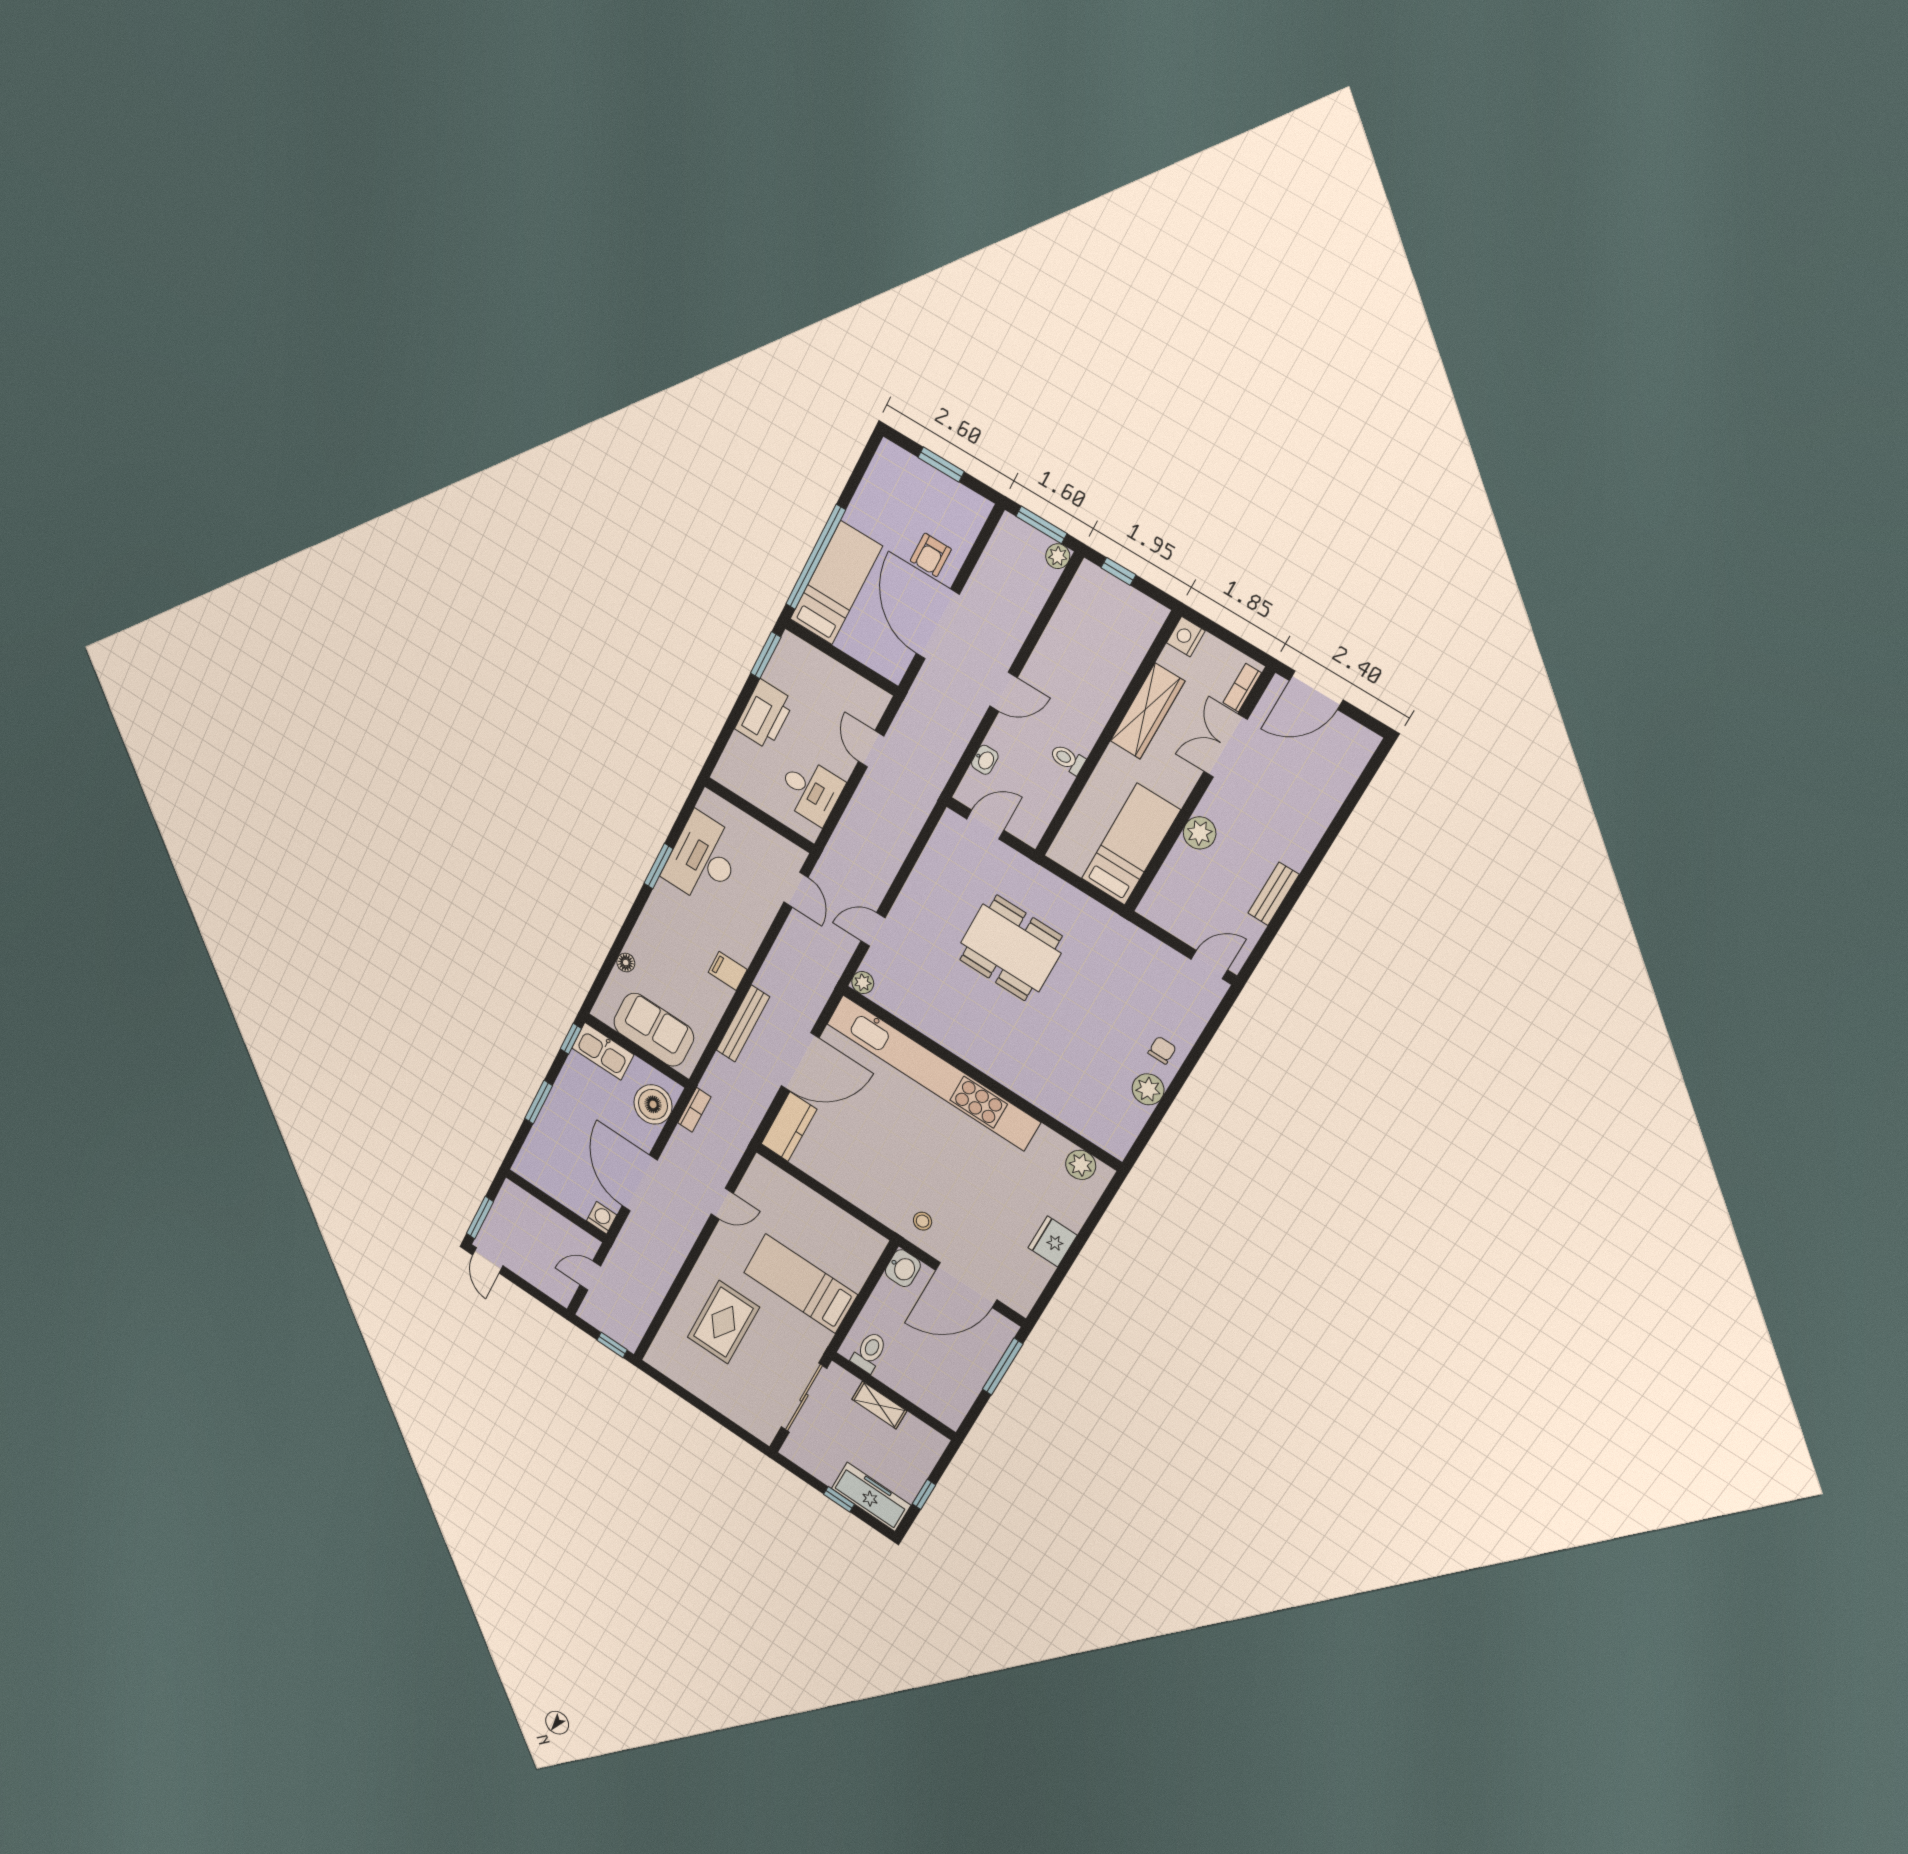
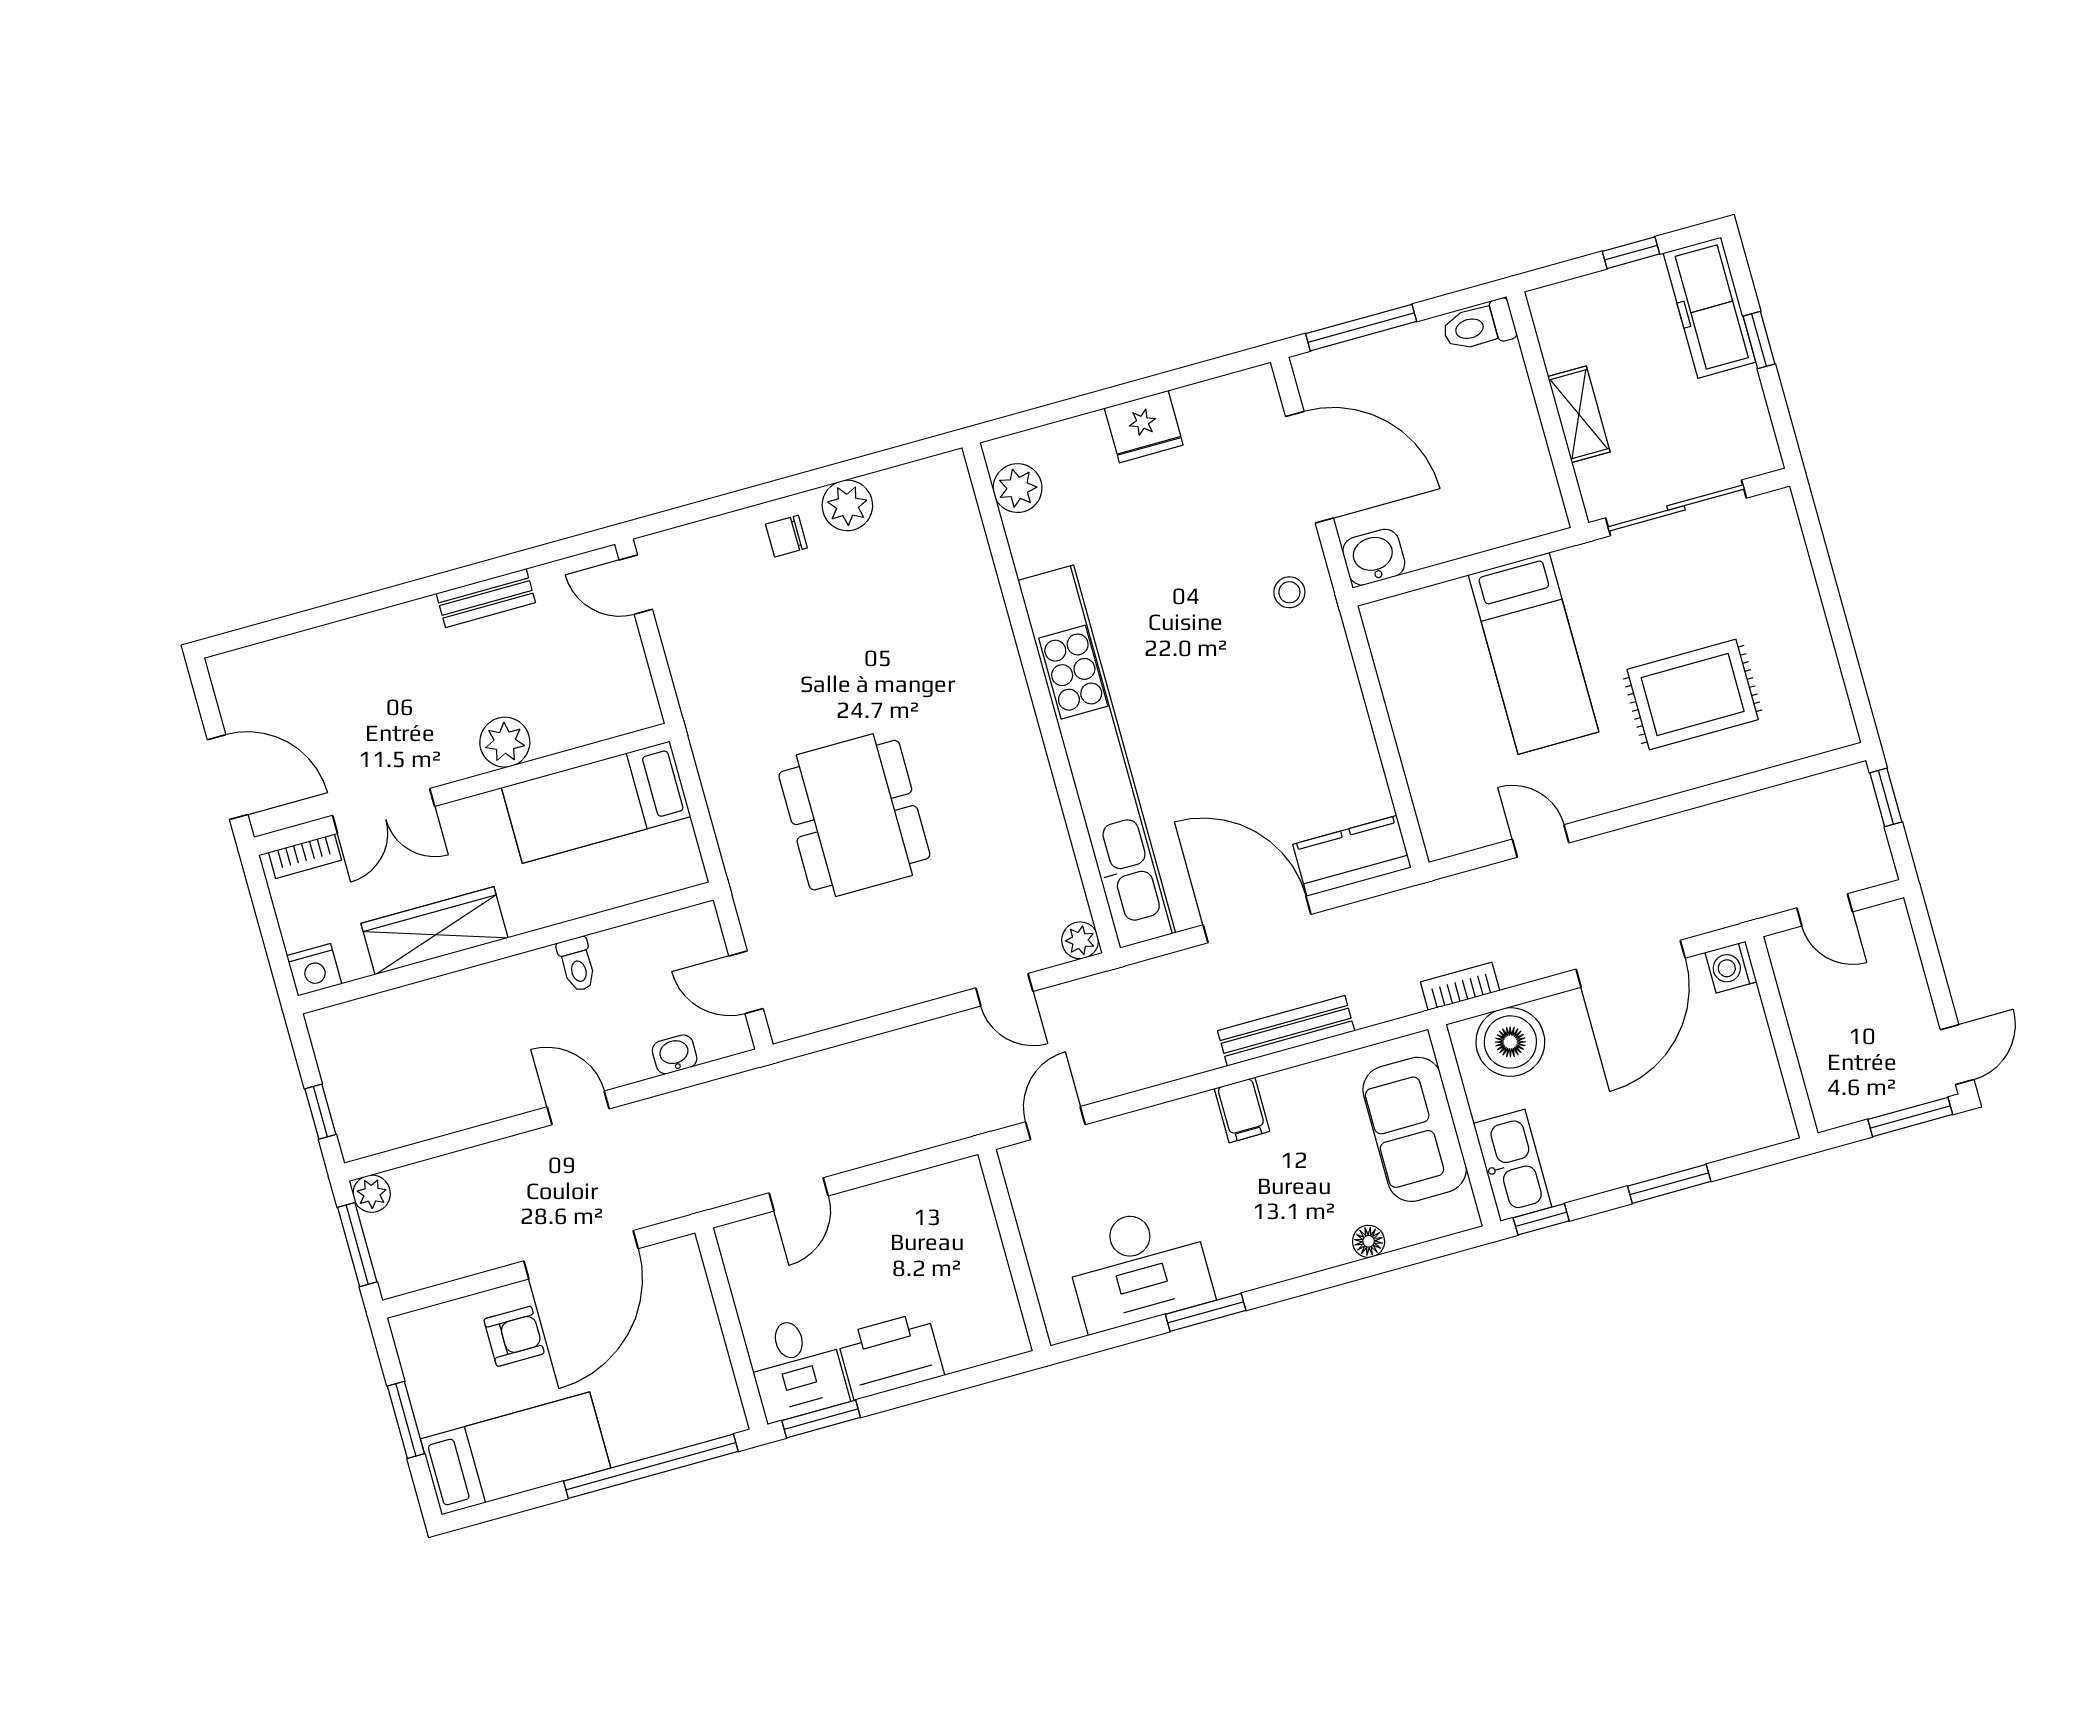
bed: (836, 583) -> (516, 1453), moved, turned 180
desk: (810, 790) -> (797, 1368), moved, turned 180
toilet: (869, 1352) -> (1479, 326), moved

